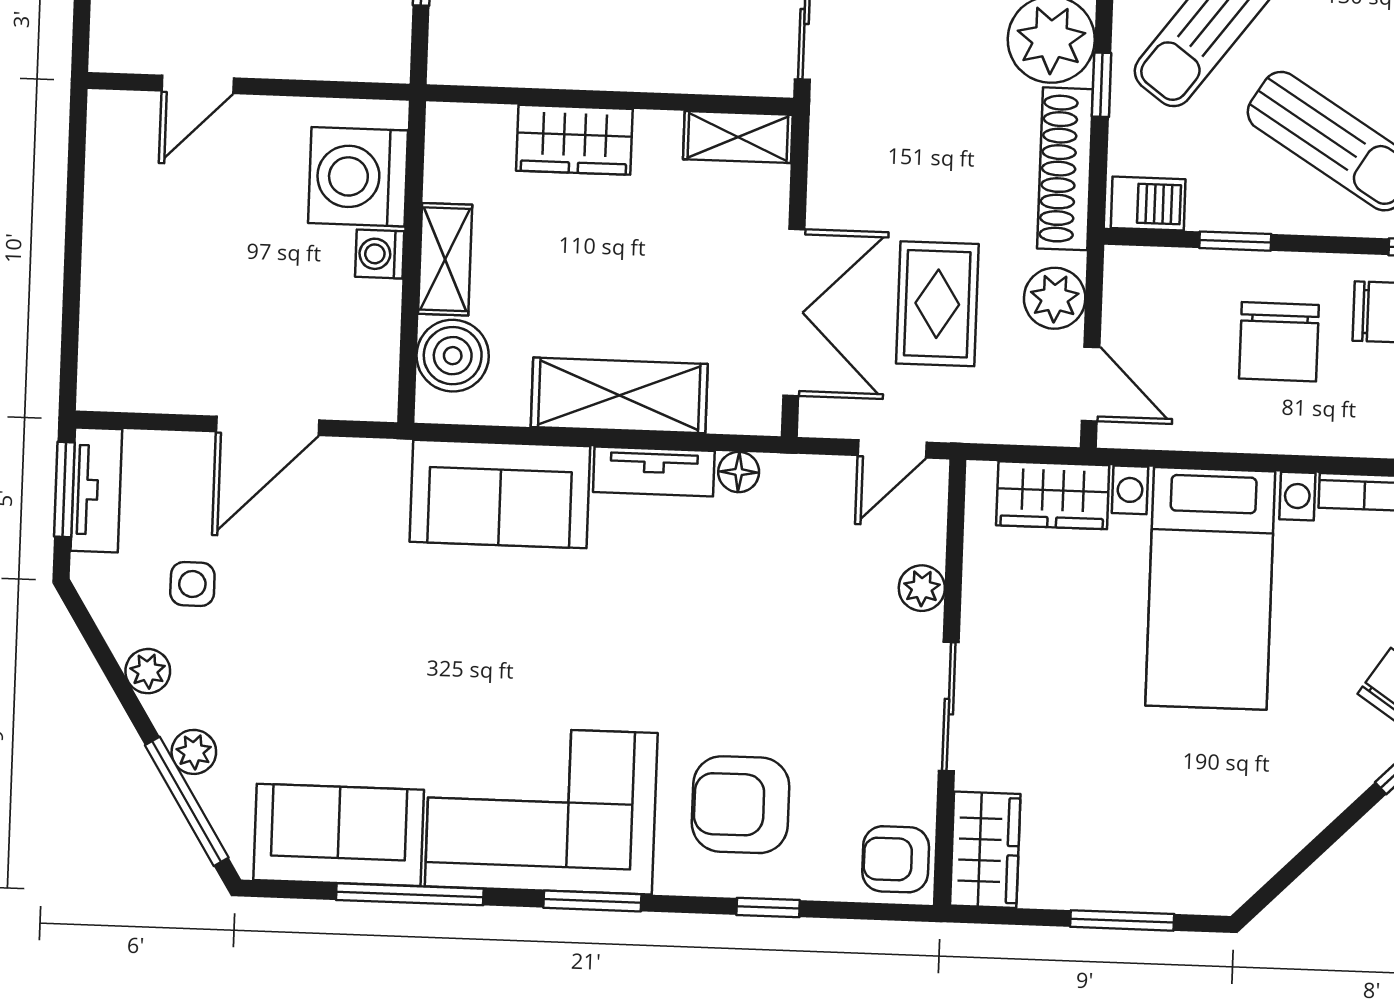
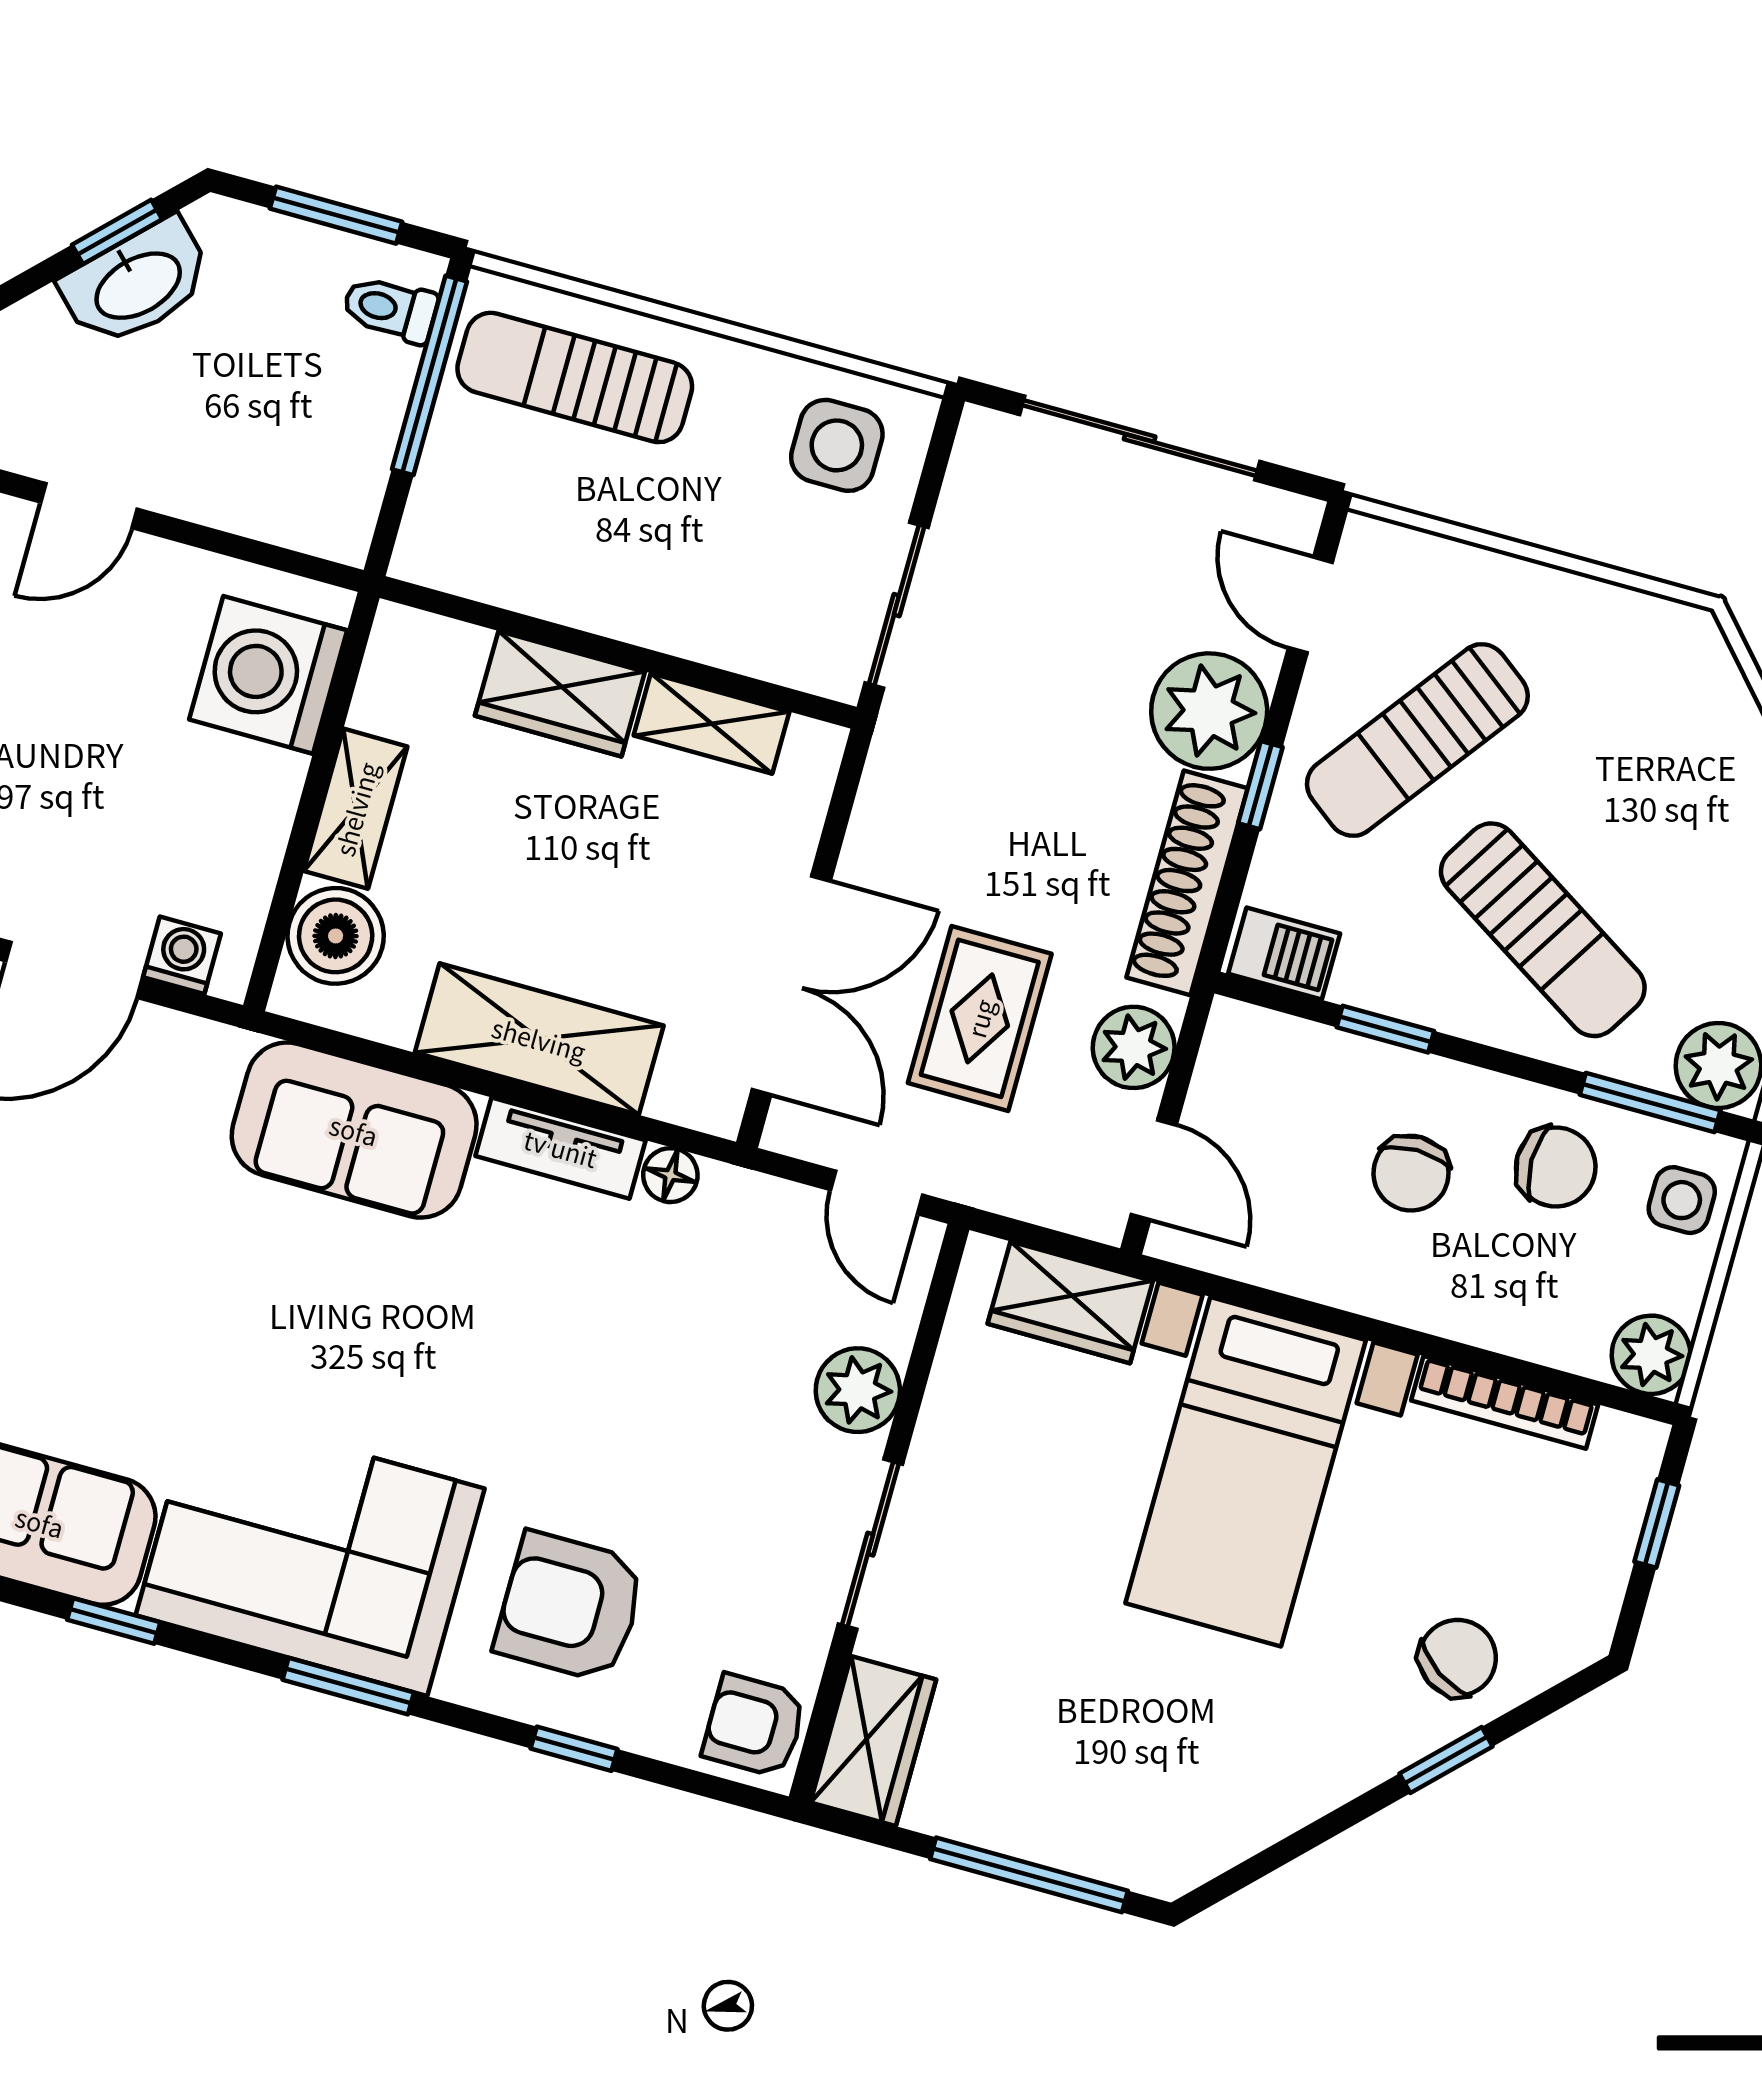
shelving: (738, 137) -> (711, 724), moved
washing machine: (380, 254) -> (182, 955), moved, turned 90
chair: (1279, 342) -> (1411, 1173), width x0.73, depth x0.73
door: (892, 449) -> (877, 1192), hinge flipped
plant: (922, 588) -> (858, 1390), width x1.38, depth x1.38
window: (410, 894) -> (114, 1621), width x0.46
window: (1122, 920) -> (1029, 1875), width x1.44

